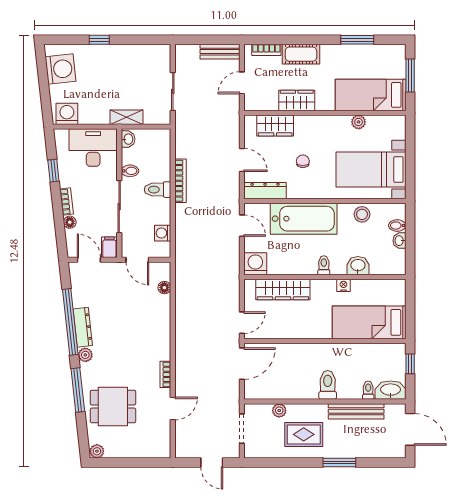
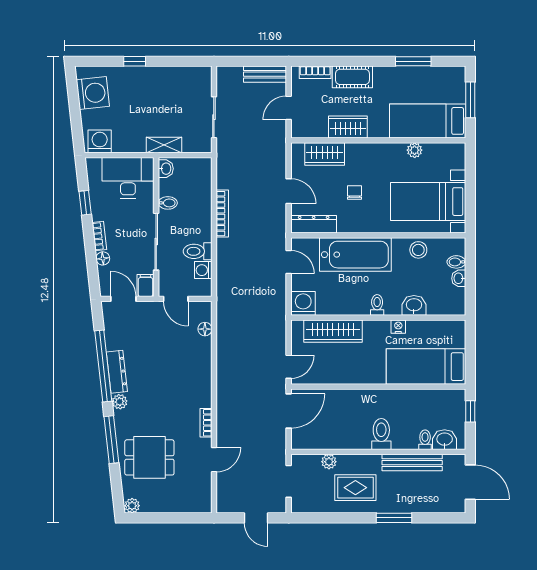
toilet: (158, 190) -> (198, 251), moved
washbasin: (391, 390) -> (445, 440), width x0.72

